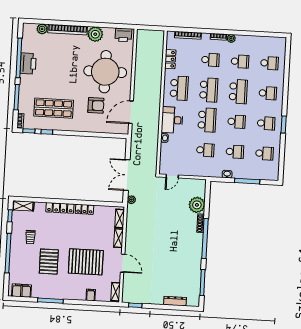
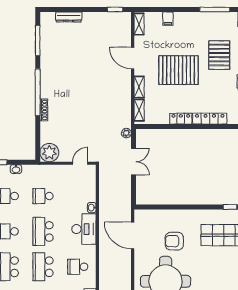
school desk: (179, 88) -> (78, 267), width x0.54
door: (131, 112) -> (133, 235), swing flipped
double door: (127, 175) -> (134, 162), width x0.73
plant: (197, 205) -> (49, 153), moved
pallet: (86, 262) -> (179, 70), moved

